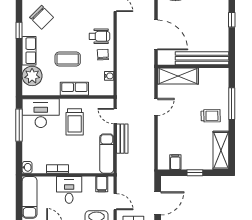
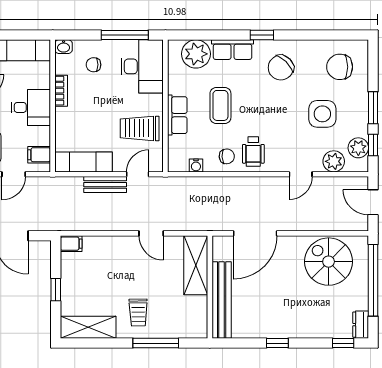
trolley: (75, 122) -> (140, 128), moved
chair: (40, 147) -> (94, 65), added
filing cabinet: (175, 162) -> (71, 244), moved

